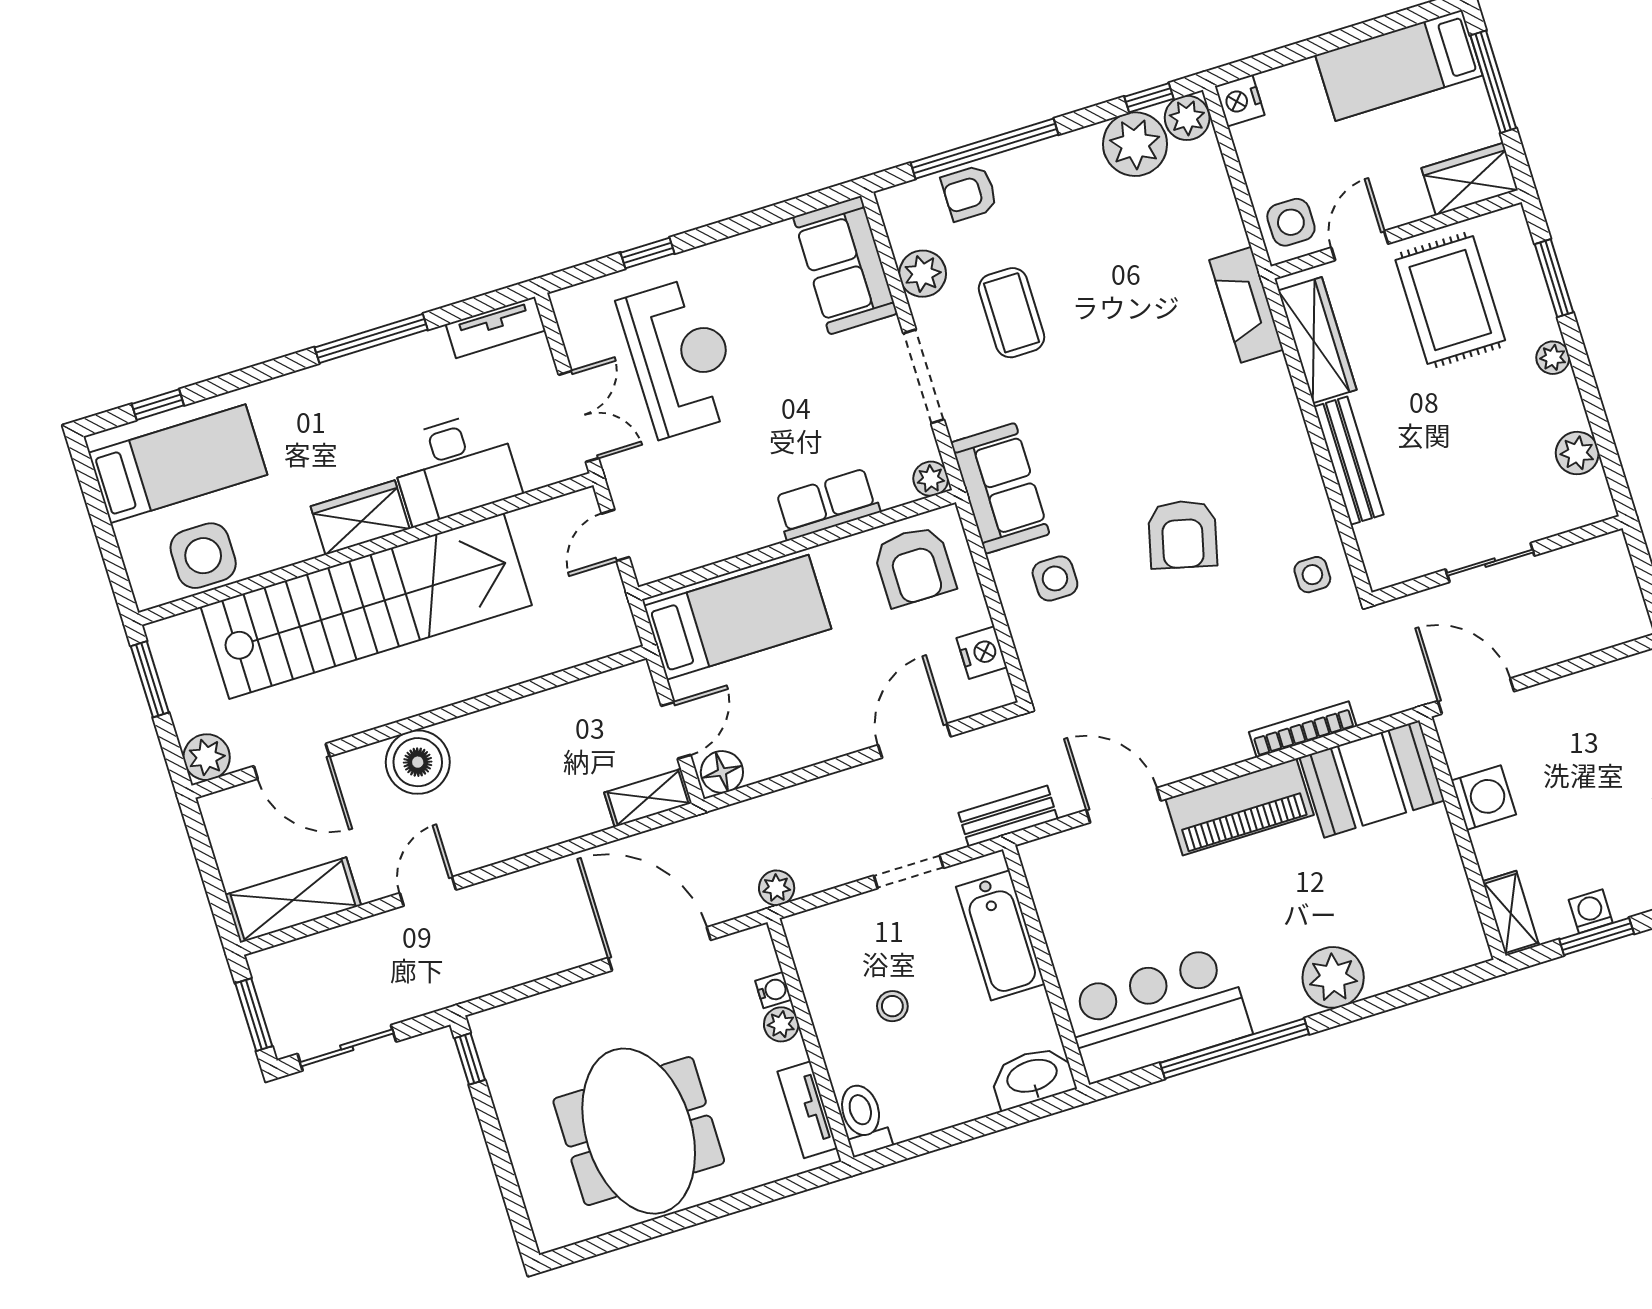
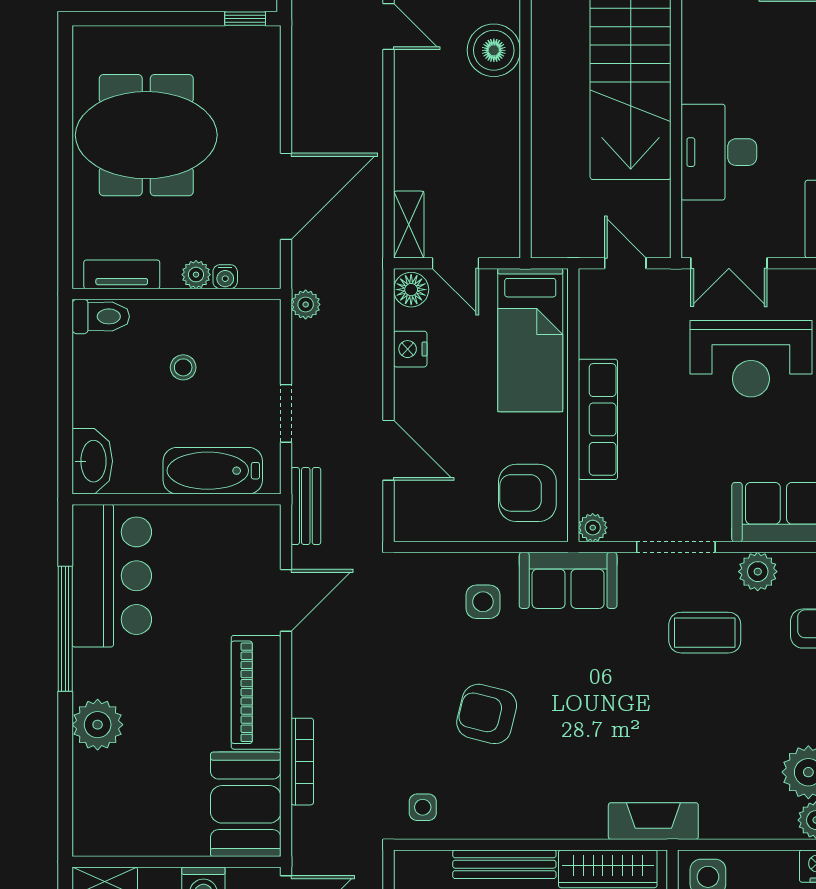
row of seats: (827, 504) -> (598, 419), width x1.48
wardrobe: (360, 518) -> (702, 65), removed
nightstand: (982, 653) -> (410, 349), moved, turned 90

